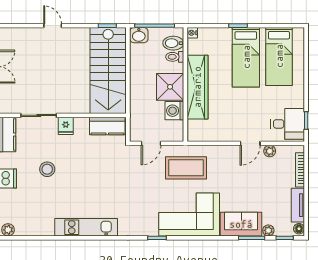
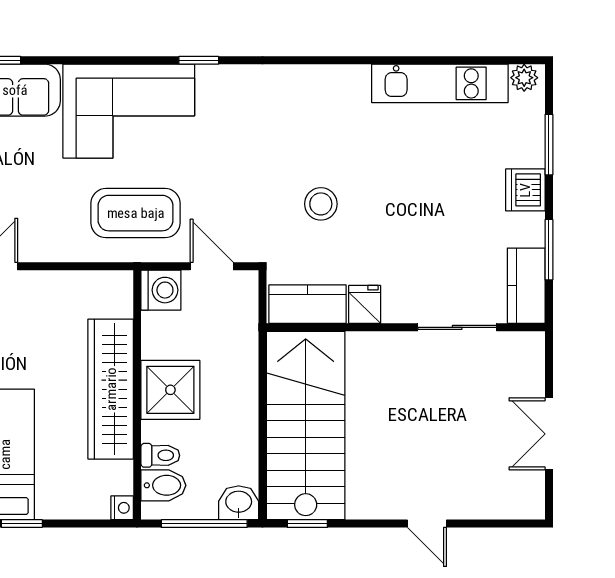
washing machine: (174, 111) -> (161, 290), moved
fridge: (66, 126) -> (365, 304), moved
door: (151, 143) -> (212, 266), hinge flipped
stool: (47, 169) -> (321, 204), moved
kitchen unit: (86, 227) -> (440, 83), moved

